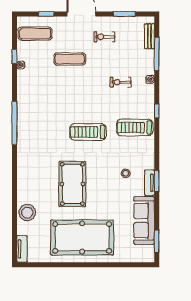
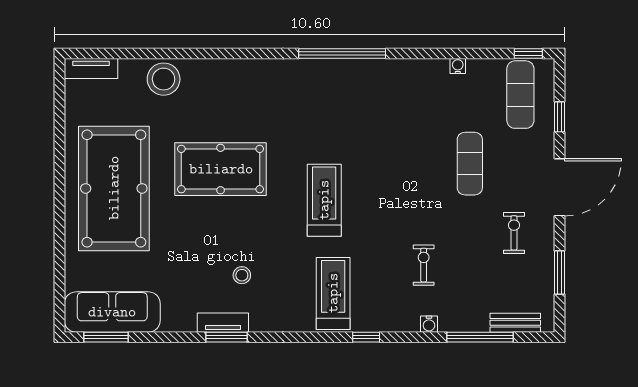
window: (14, 56) -> (528, 54), moved
sofa: (144, 221) -> (112, 312), moved

